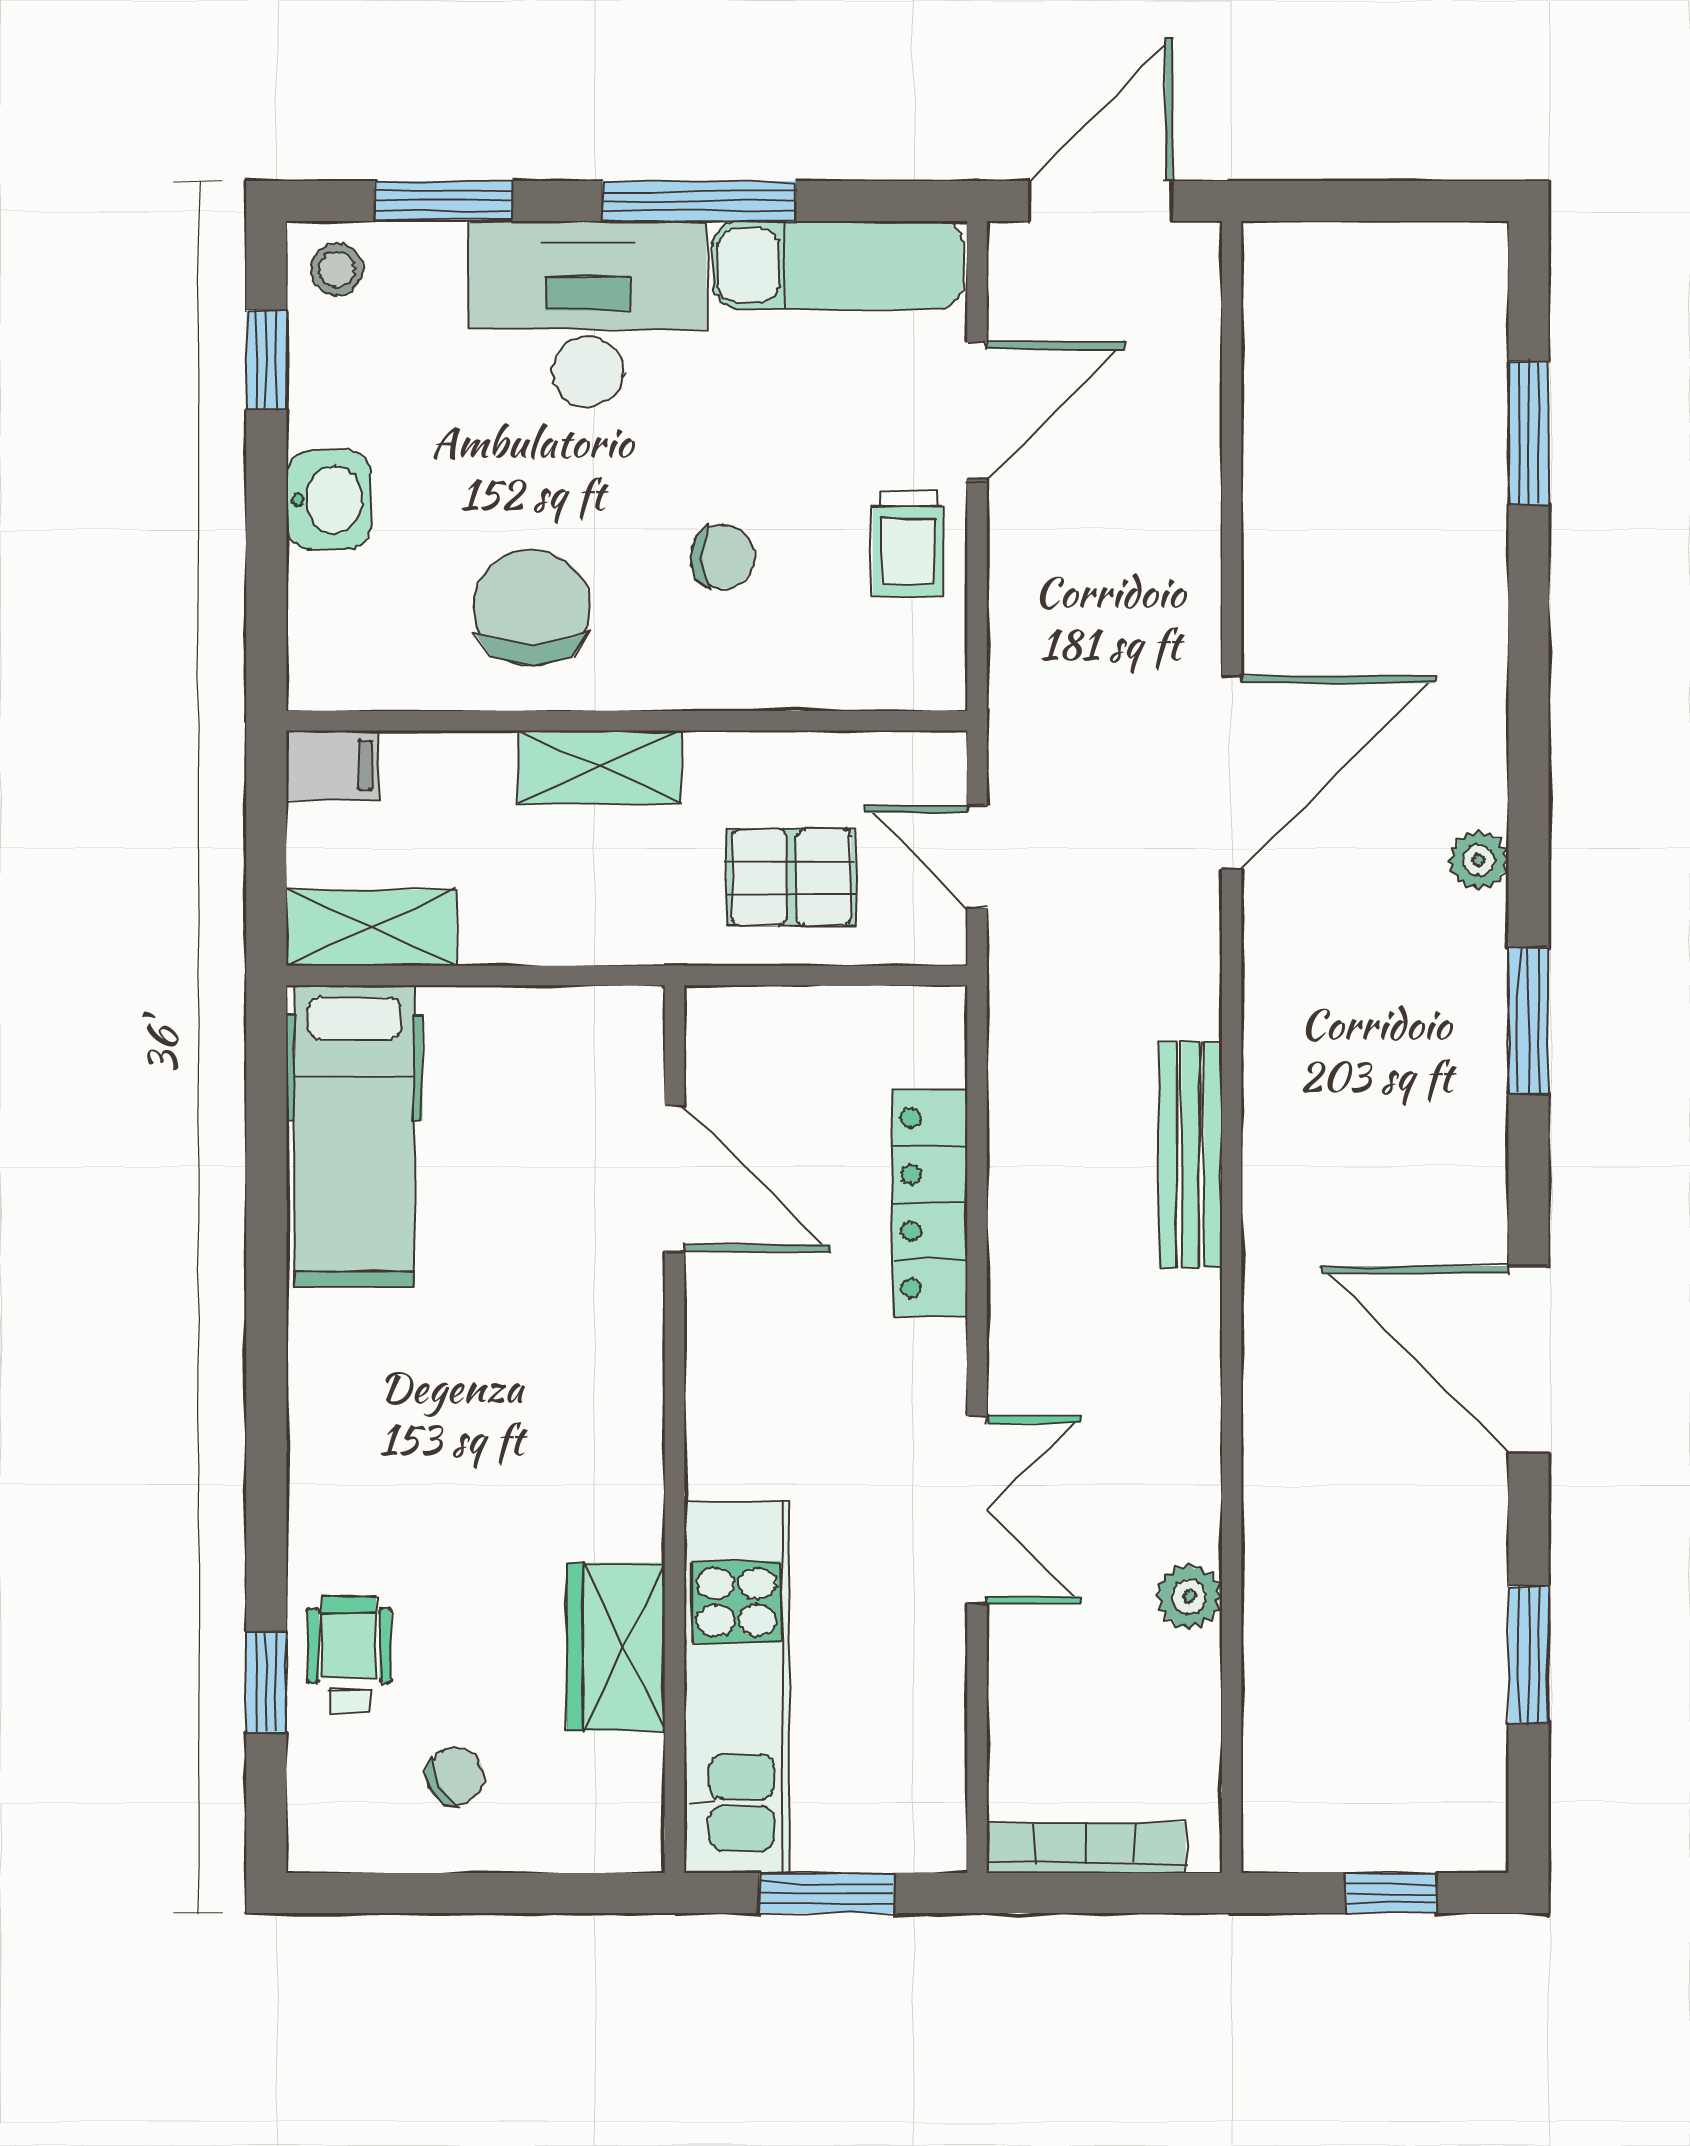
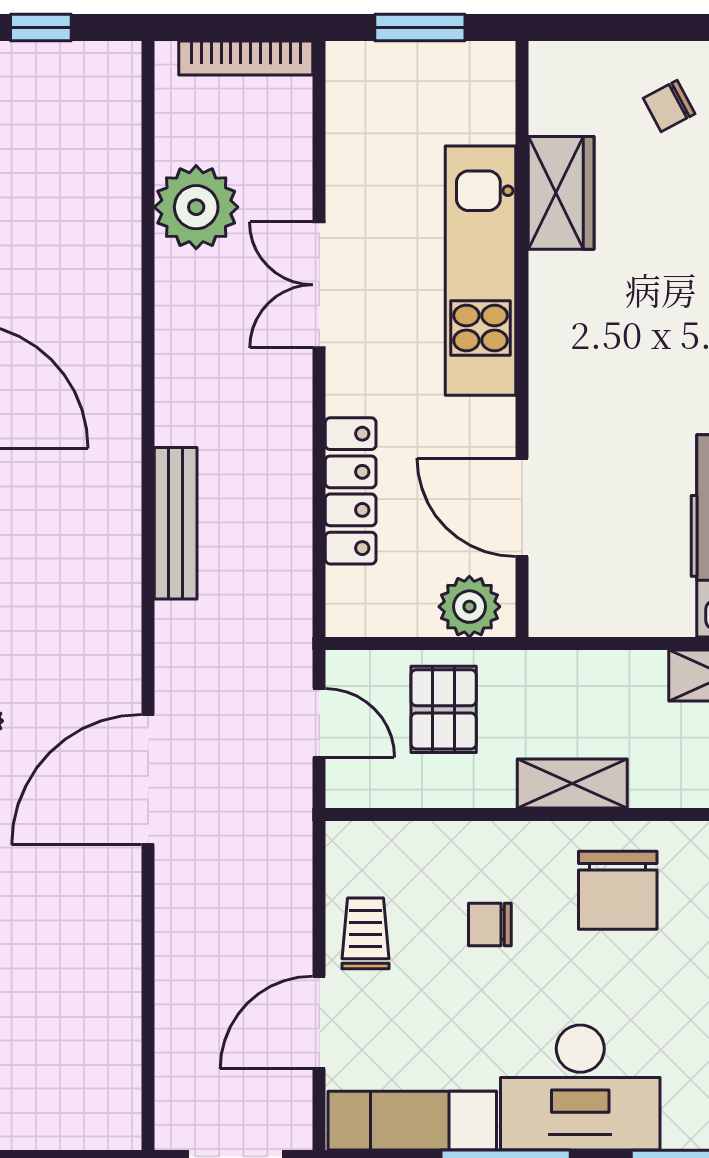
pallet: (791, 877) -> (444, 709), turned 90
plant: (753, 1030) -> (469, 607), added
plant: (1189, 1597) -> (196, 207), width x1.88, depth x1.88
kitchen unit: (736, 1687) -> (480, 271), moved

